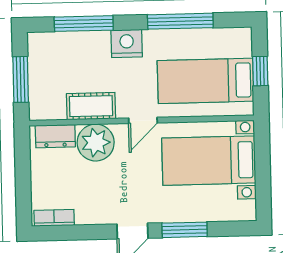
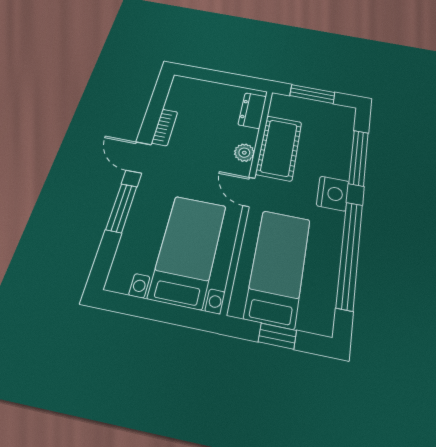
window: (180, 21) -> (350, 254), width x1.46
cot: (91, 106) -> (279, 148), width x1.37, depth x1.34
plant: (96, 143) -> (244, 153), width x0.53, depth x0.53
bookcase: (54, 218) -> (165, 127), moved

